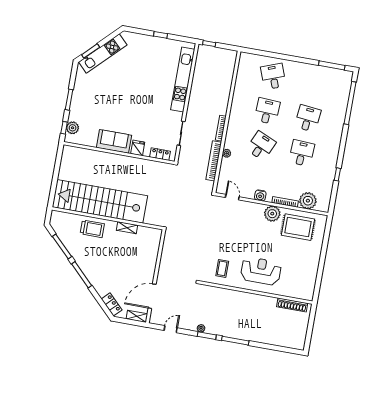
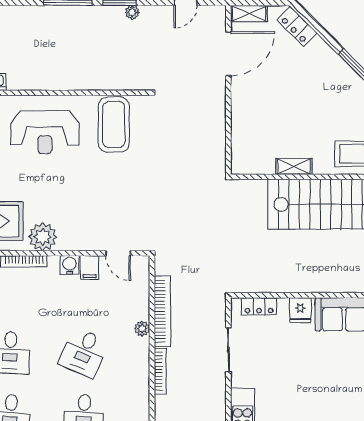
filing cabinet: (249, 192) -> (90, 268), added
coffee table: (222, 268) -> (114, 125), width x1.86, depth x1.72

